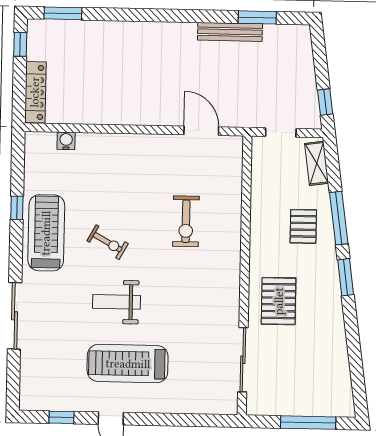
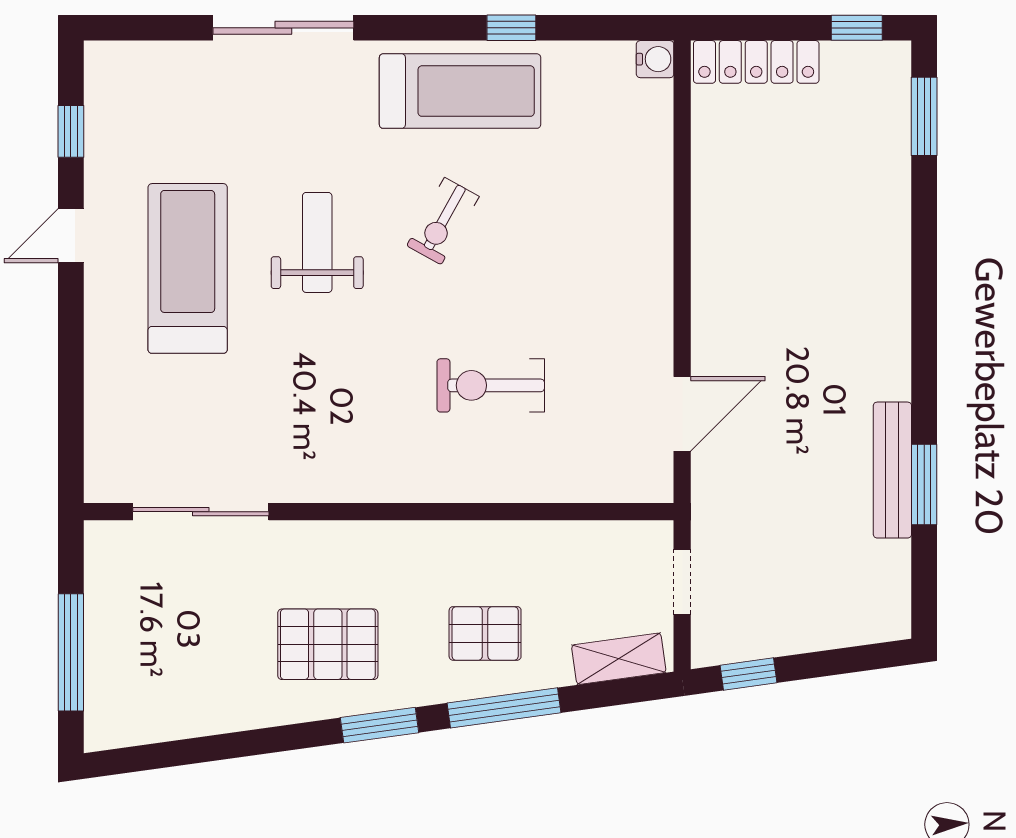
window: (257, 17) -> (924, 484), moved
water cooler: (66, 141) -> (655, 59), moved
pallet: (279, 301) -> (328, 644), moved

